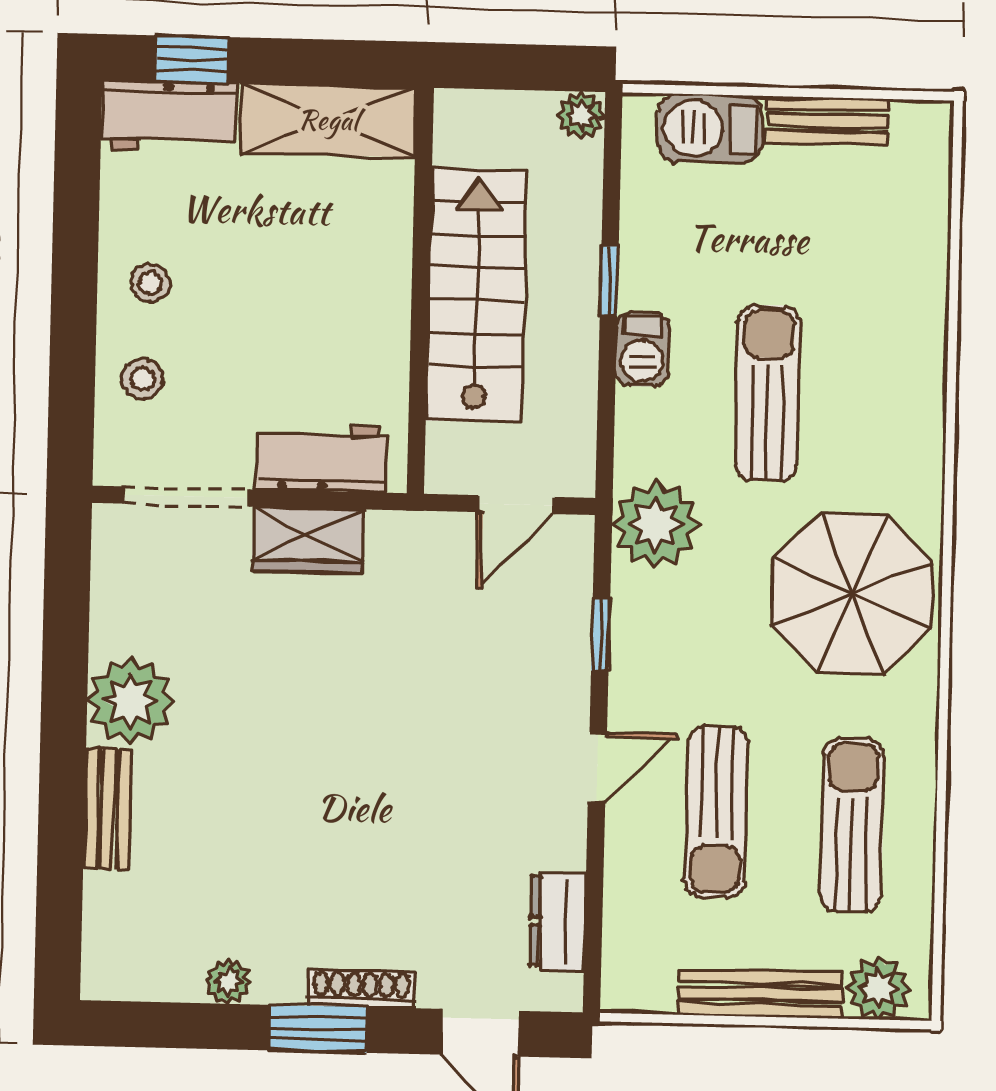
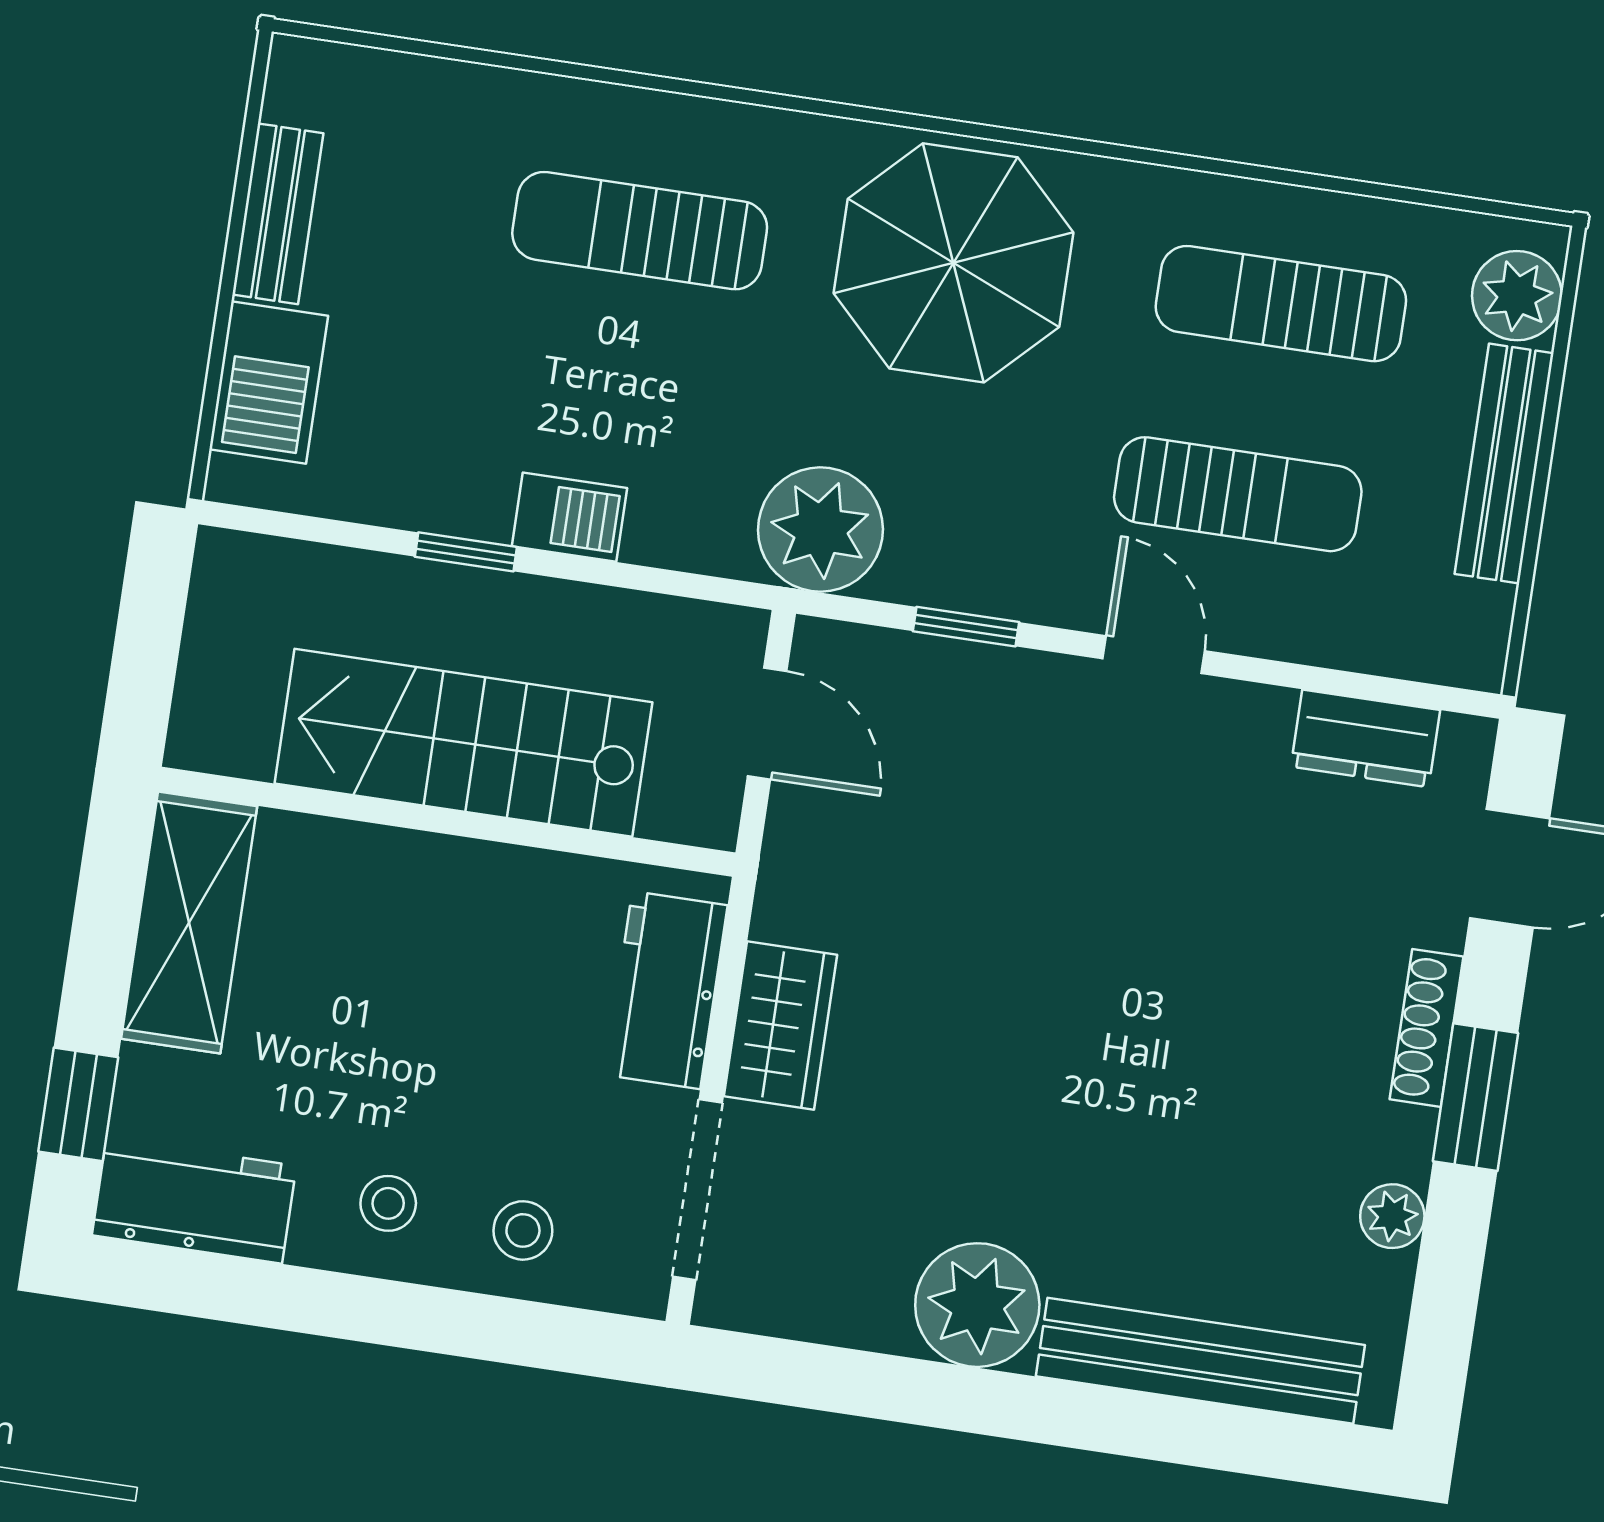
plant: (581, 115) -> (226, 562), removed
workbench: (169, 116) -> (194, 1200), moved, turned -90
sun lounger: (768, 393) -> (640, 231), moved
bench: (107, 808) -> (1200, 1361), width x1.86, depth x1.21

